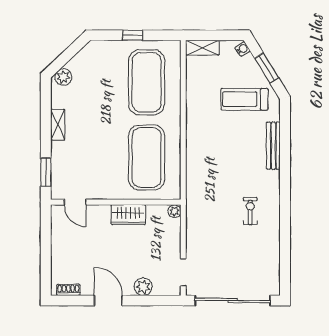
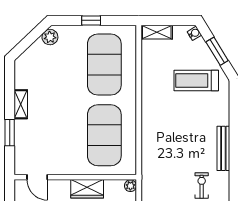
plant: (63, 77) -> (50, 37), moved
bench: (273, 146) -> (223, 148), moved
window: (46, 172) -> (10, 133), moved

